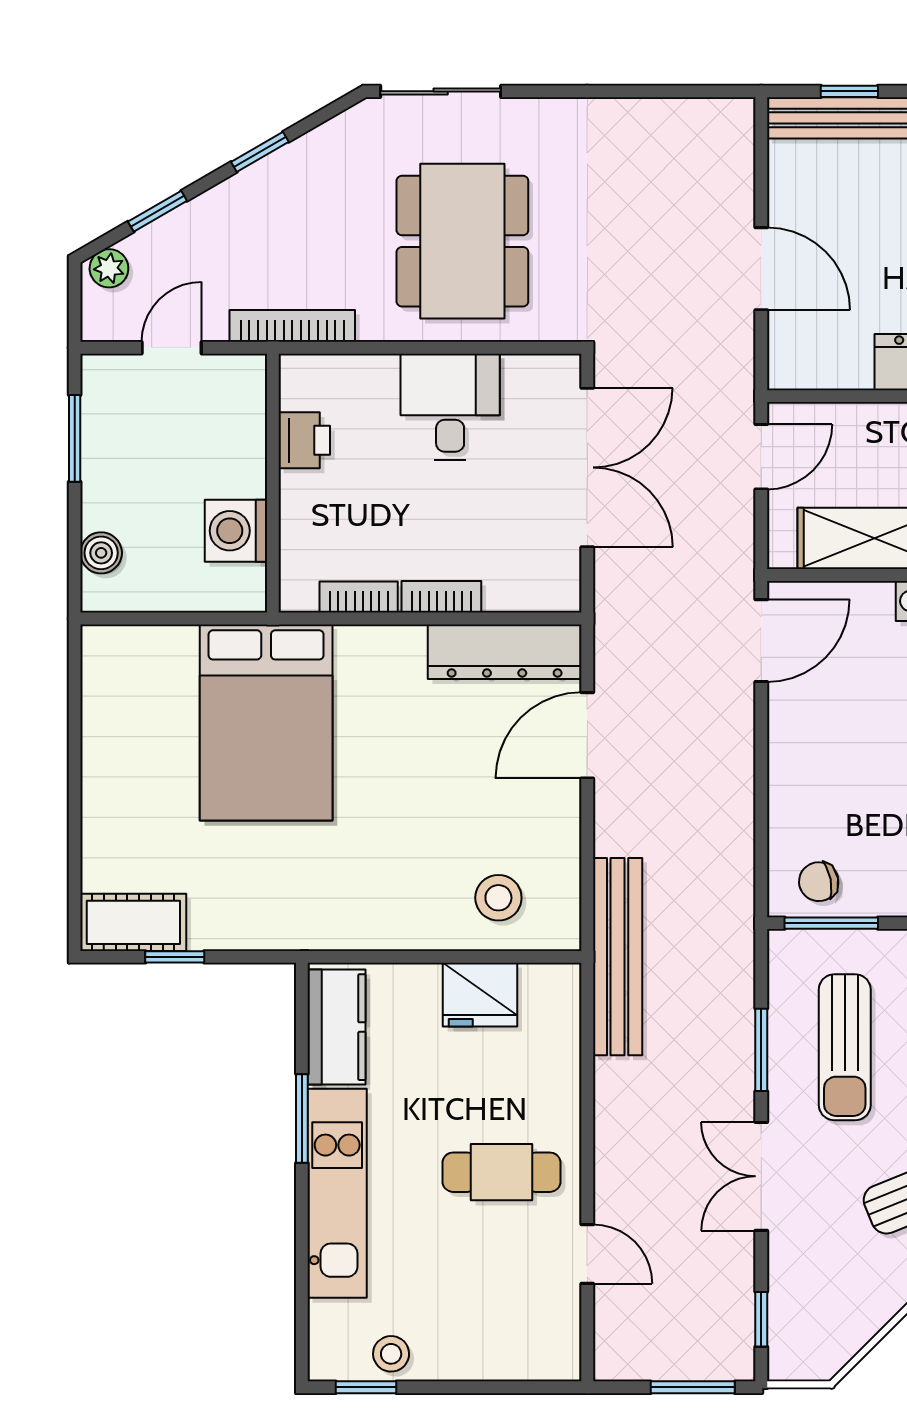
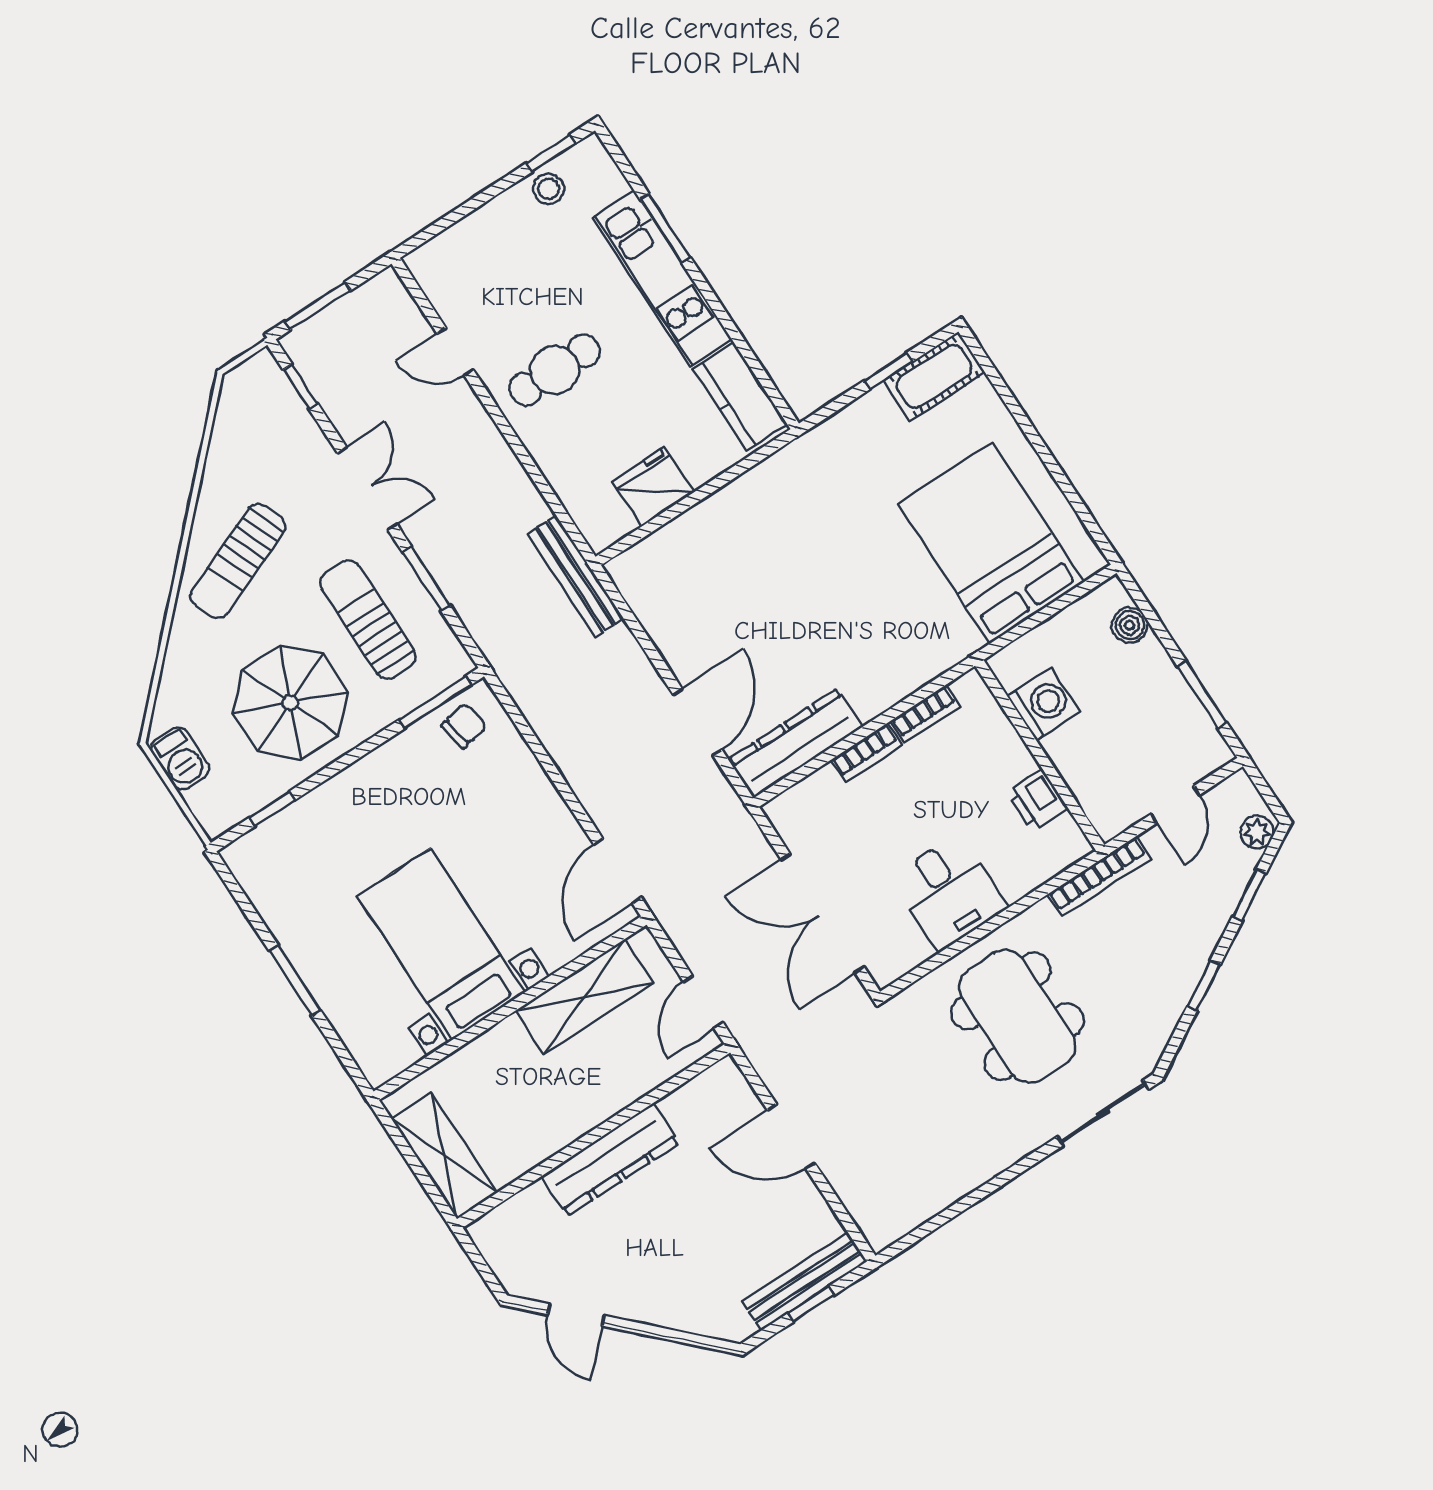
bed: (266, 723) -> (991, 543), moved
stool: (498, 898) -> (685, 565), removed
bench: (618, 957) -> (576, 576), width x0.73, depth x0.82
window: (302, 1118) -> (665, 228), moved

